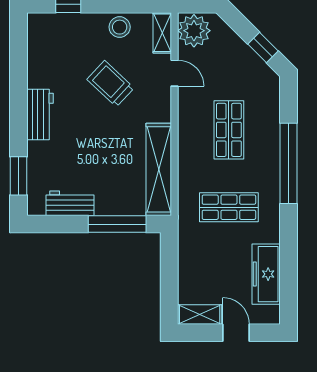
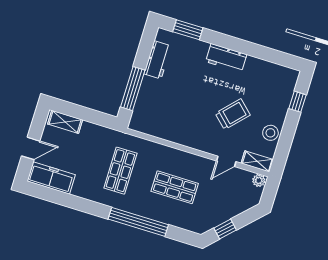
plant: (194, 31) -> (259, 180), width x0.53, depth x0.53
shelving: (159, 169) -> (162, 130), removed
freezer: (266, 274) -> (51, 178), moved
shelving: (200, 315) -> (65, 122), moved, turned 90

